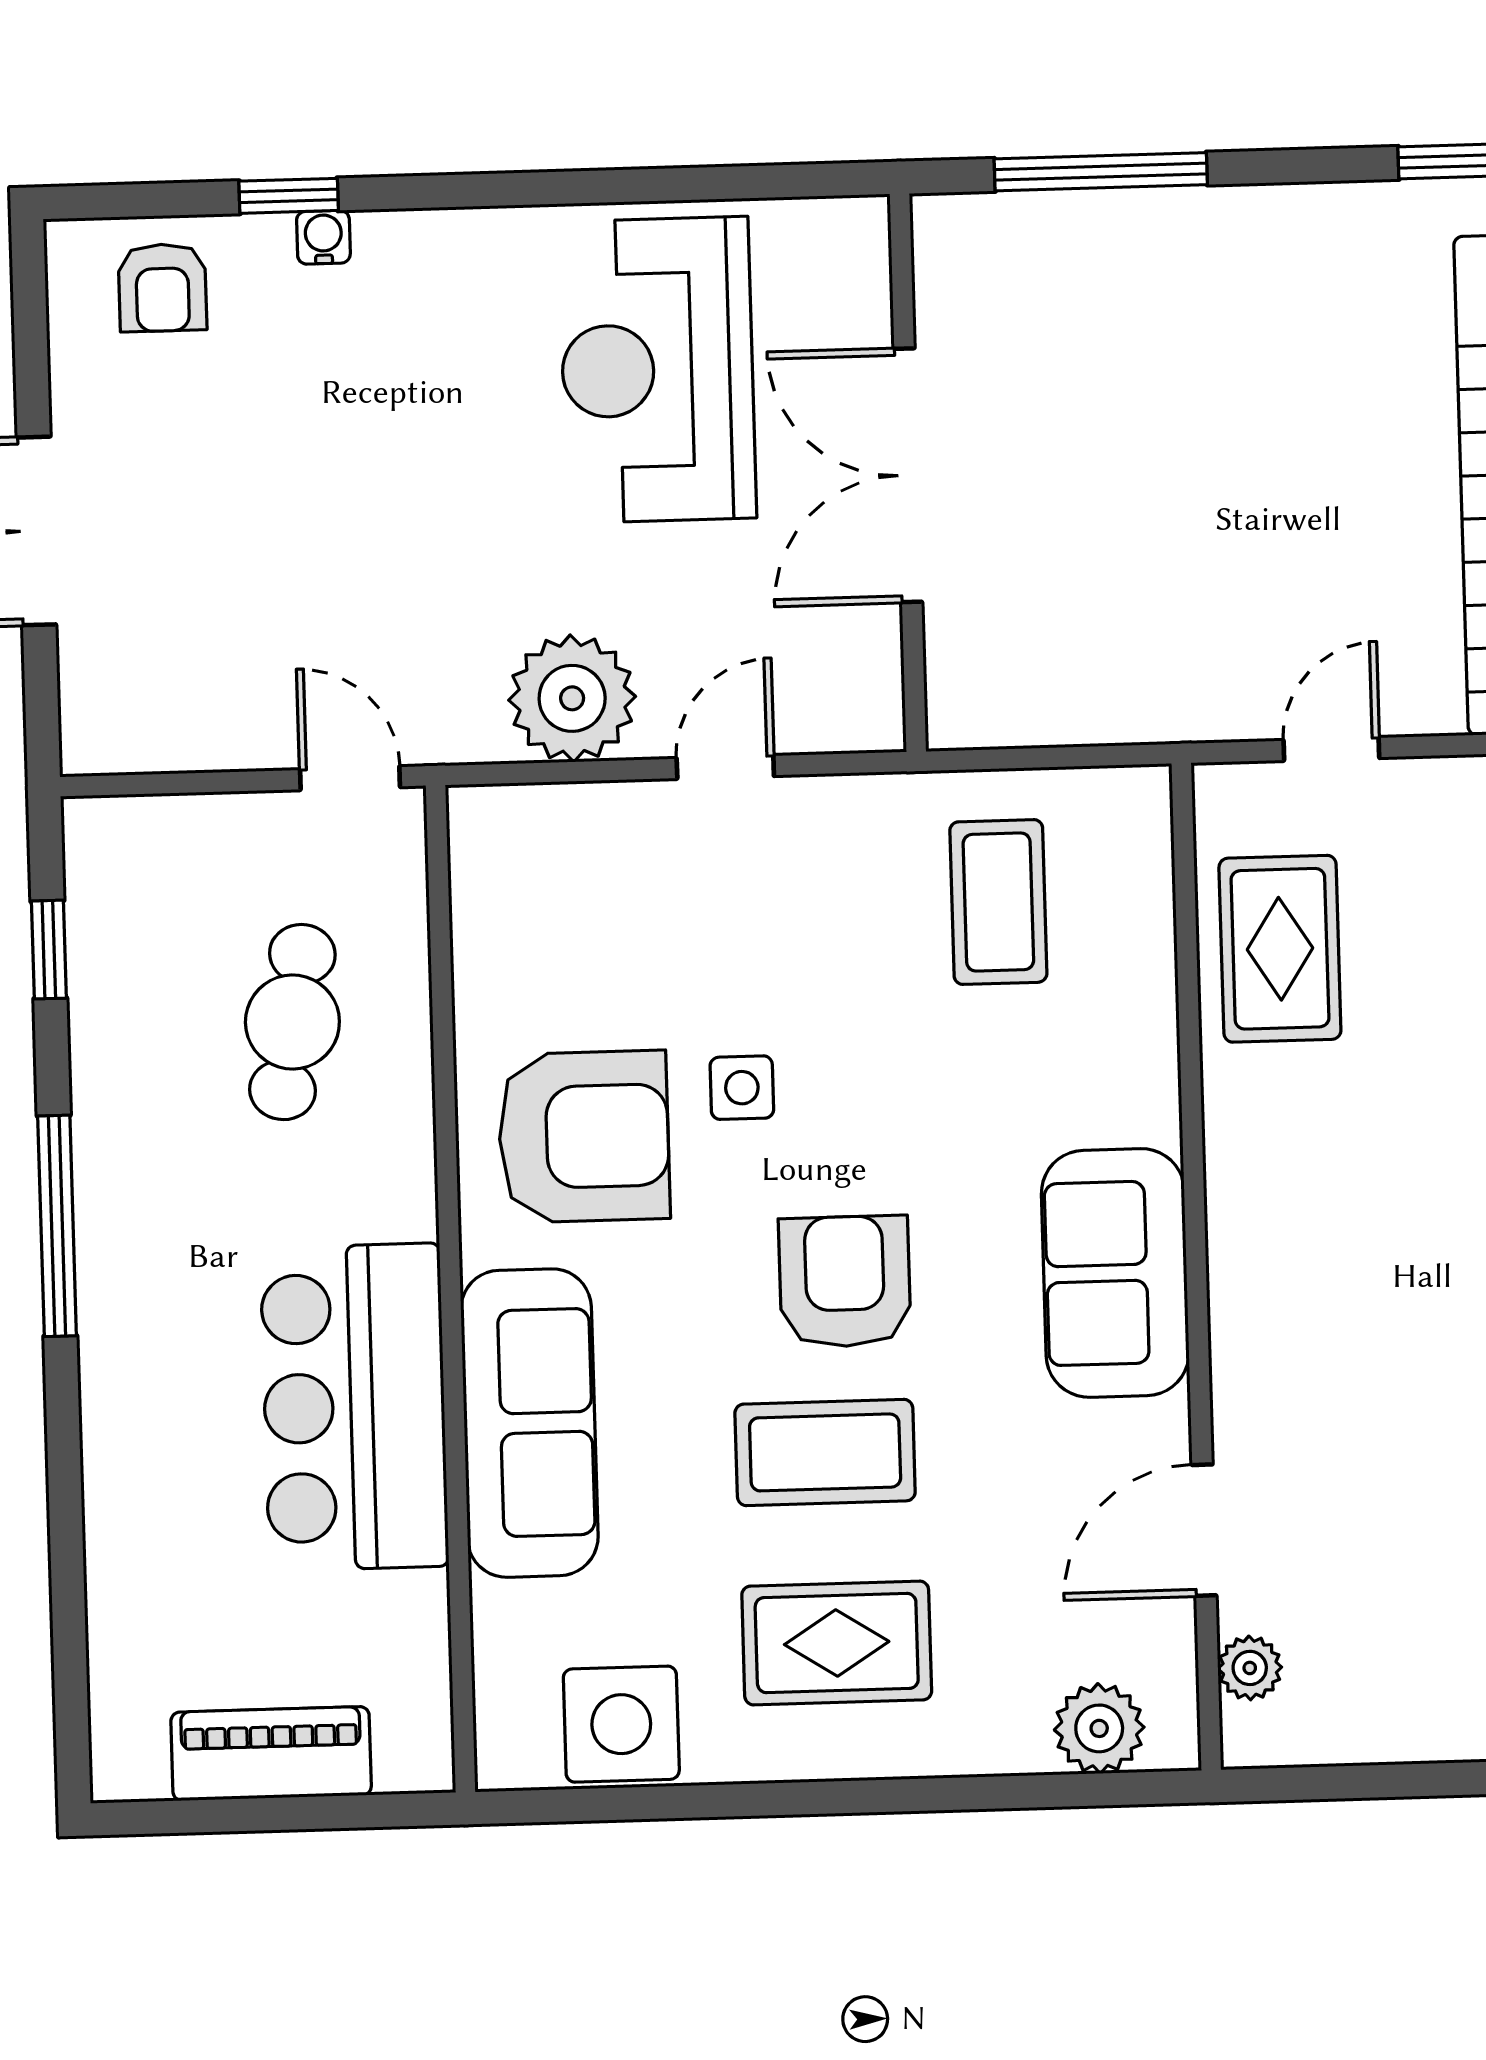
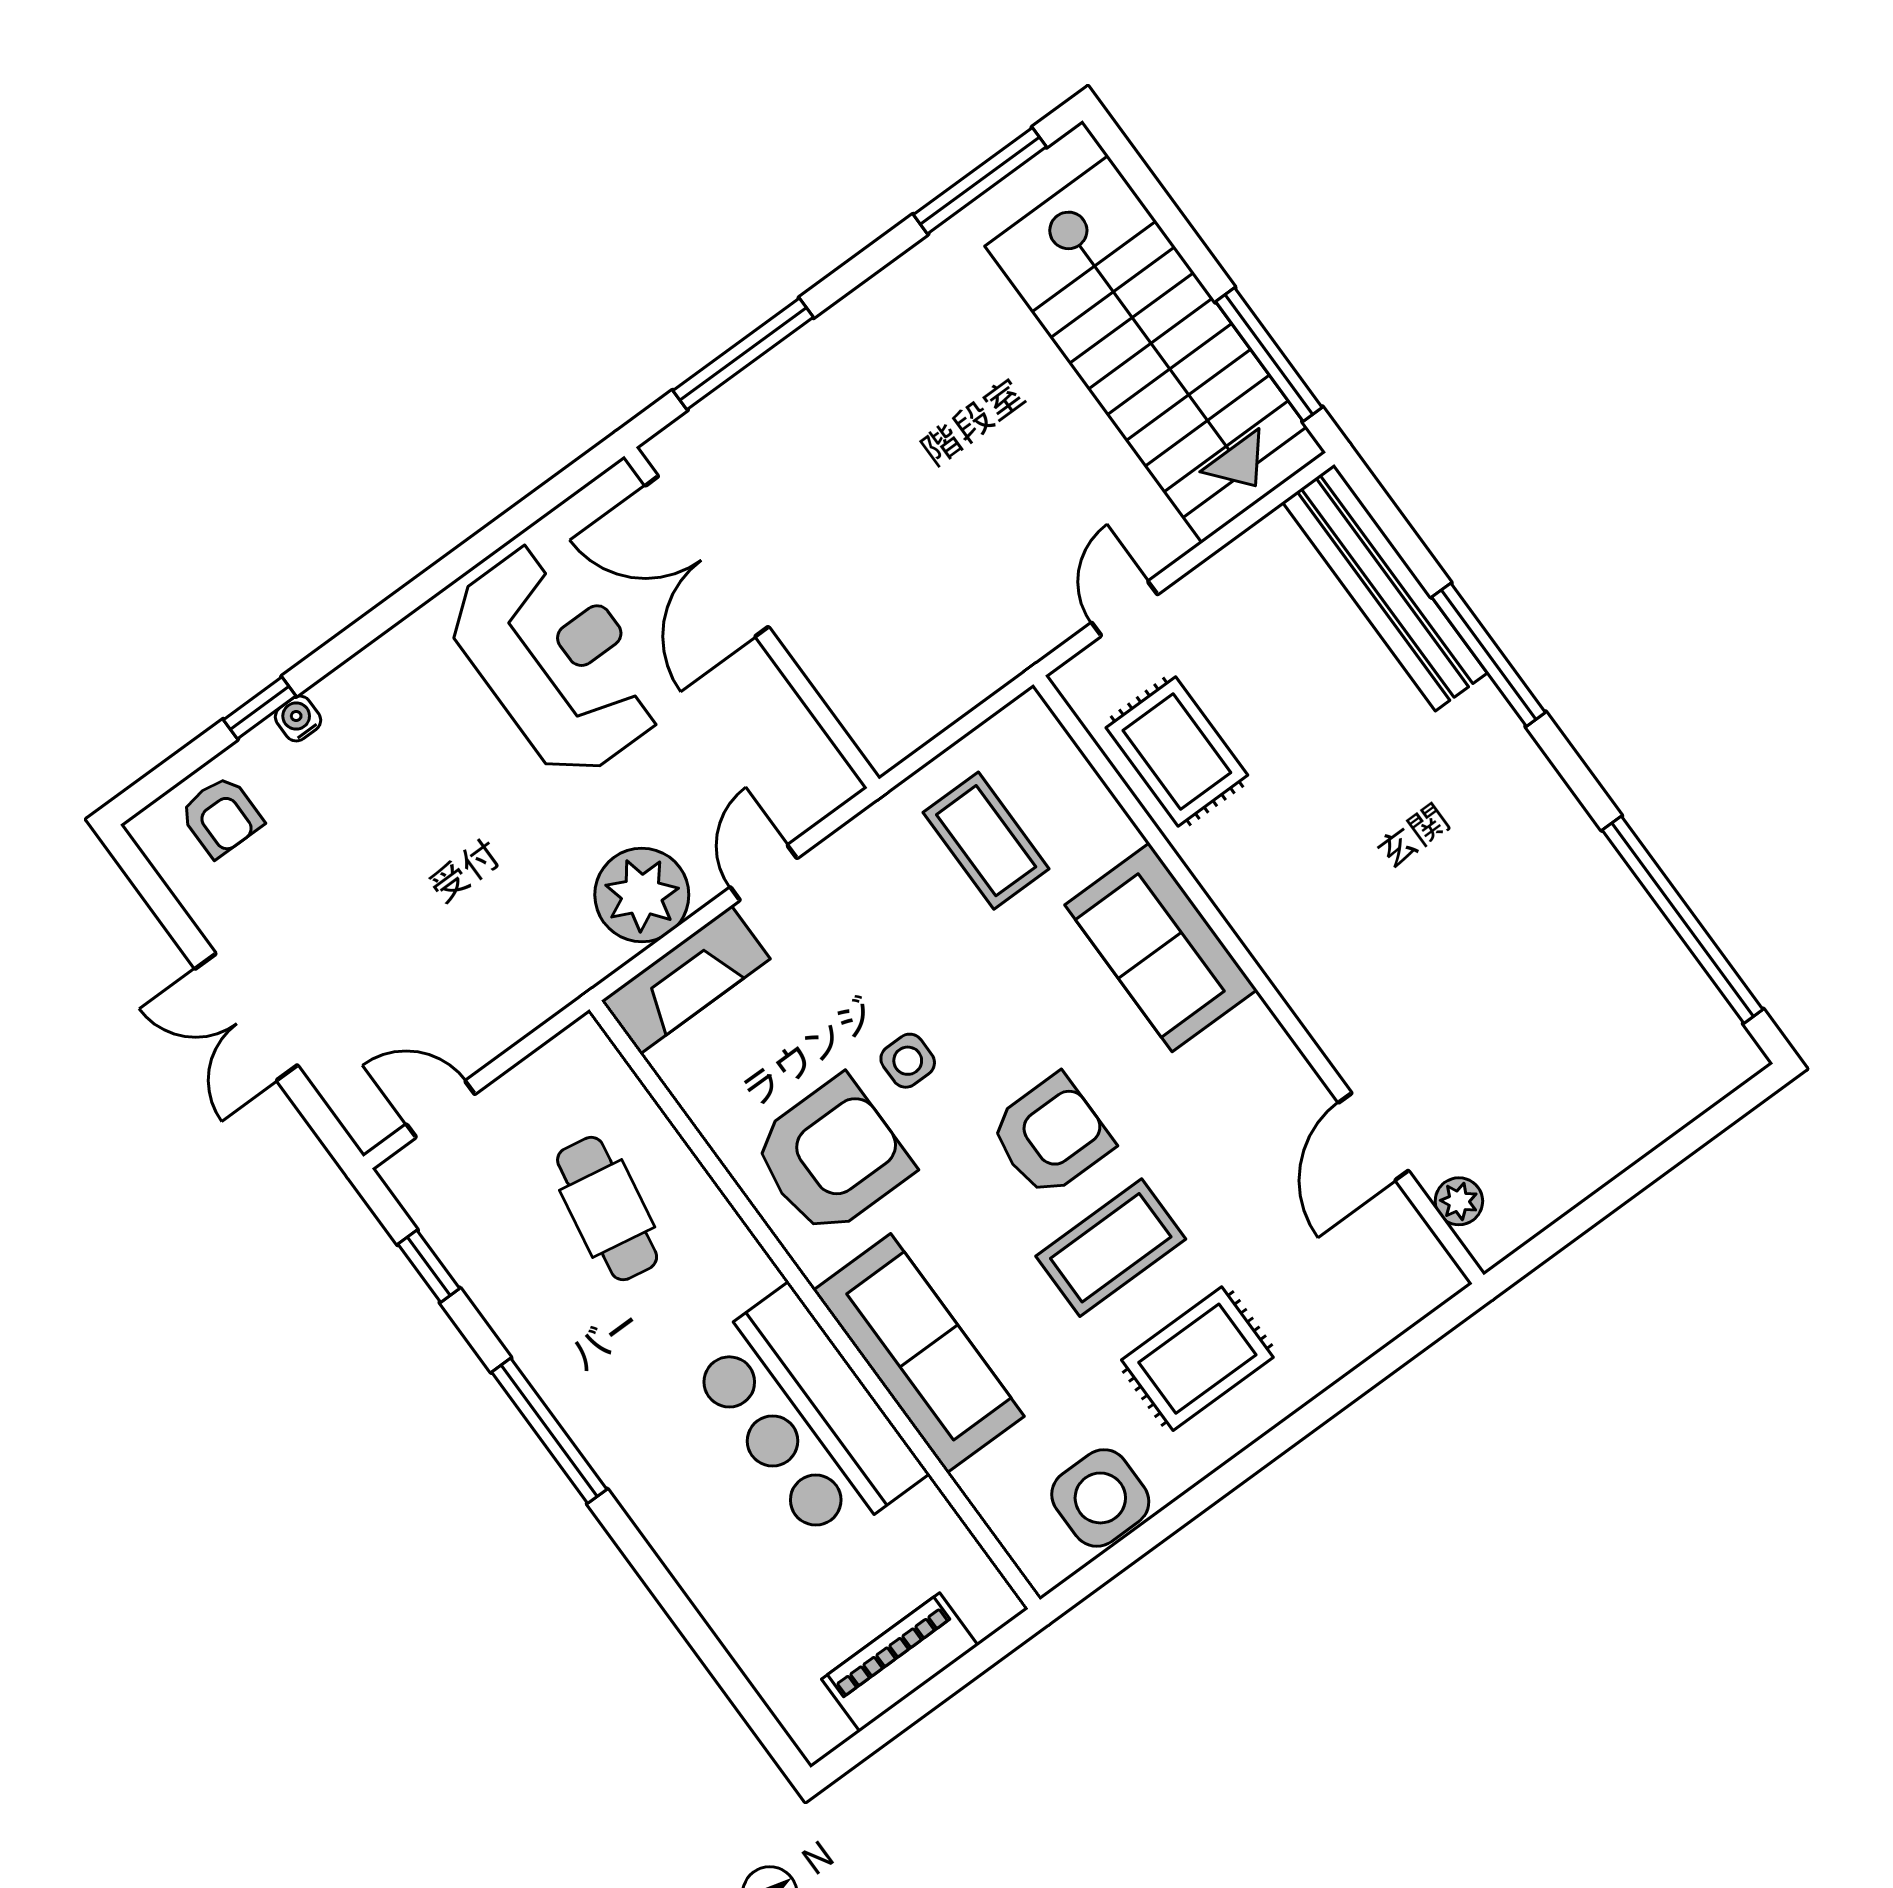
reception desk: (657, 370) -> (556, 660), turned 180
double door: (908, 475) -> (707, 556), moved
door: (350, 778) -> (441, 1109), moved
fireplace: (556, 827) -> (686, 980), added
sofa: (1115, 1273) -> (1161, 947), moved
armchair: (845, 1281) -> (1051, 1136), turned 90
plant: (1099, 1728) -> (1393, 1301), removed

